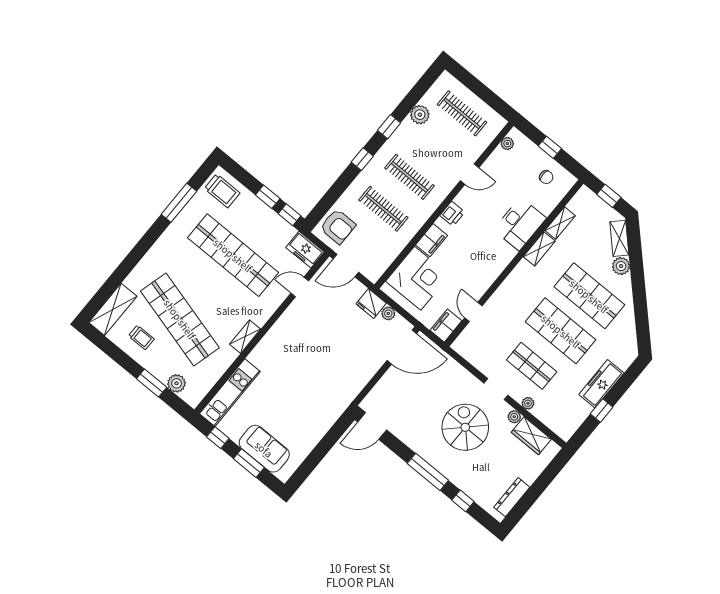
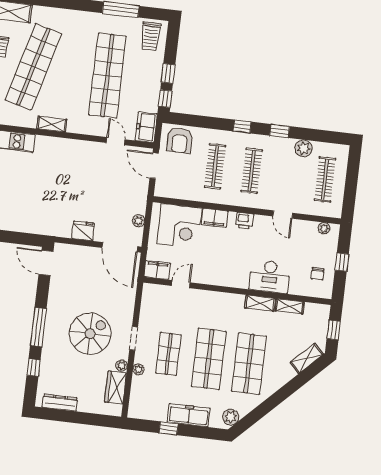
plant: (621, 266) -> (231, 417), moved
fridge: (371, 303) -> (83, 231), moved, turned 90

